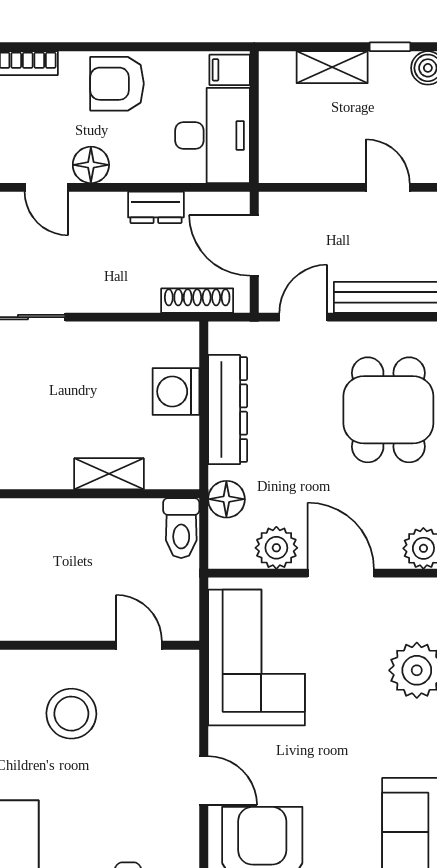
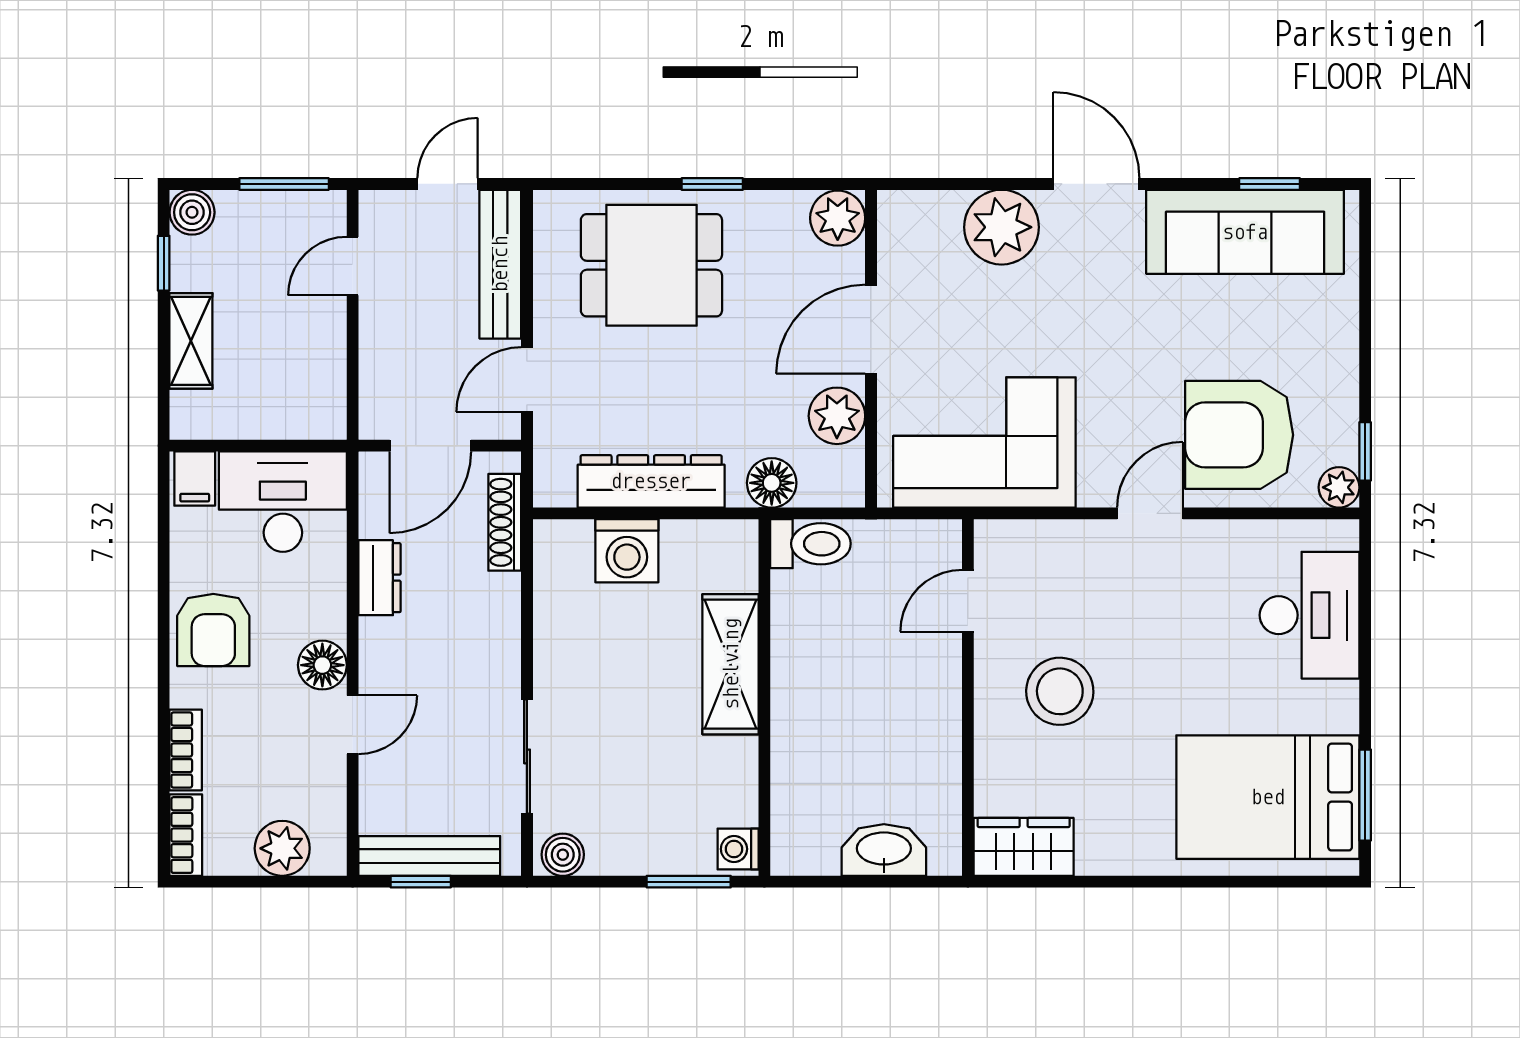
door: (303, 317) -> (527, 380), hinge flipped
shelving: (109, 474) -> (731, 664), width x1.50, depth x1.33

